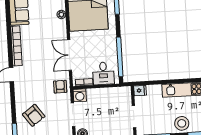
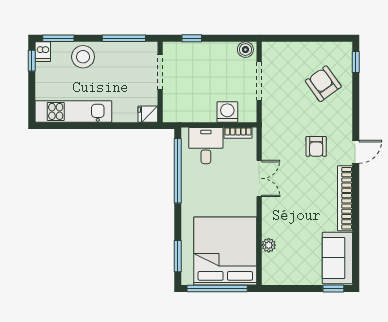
double door: (70, 55) -> (259, 178), width x0.73
armchair: (60, 87) -> (316, 146), moved
washing machine: (80, 95) -> (227, 112), moved

